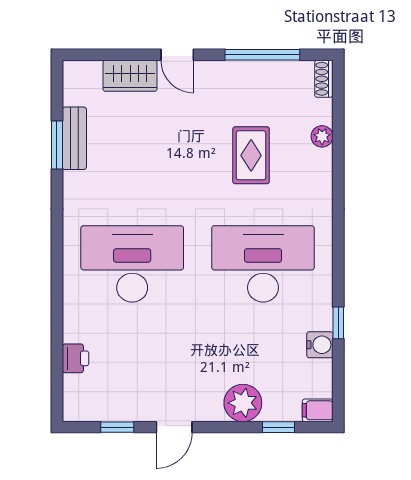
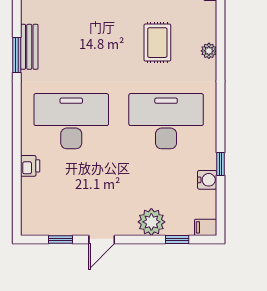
plant: (322, 136) -> (209, 51), moved
bench: (74, 138) -> (29, 47), moved
window: (57, 145) -> (17, 55), moved
printer: (75, 358) -> (30, 166), moved

